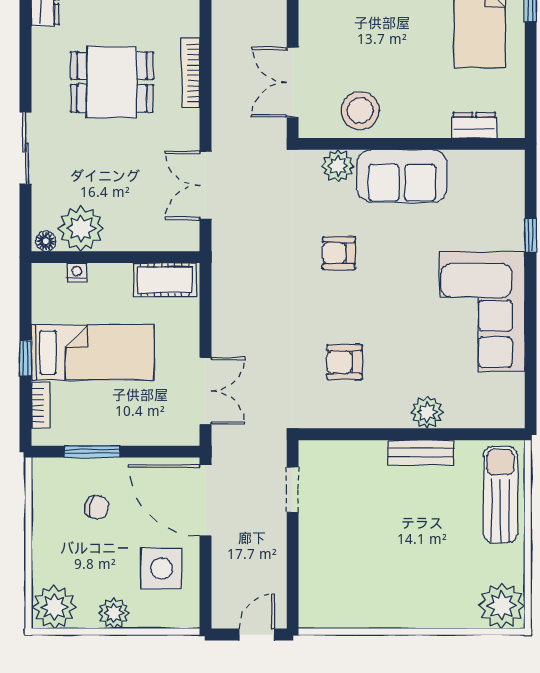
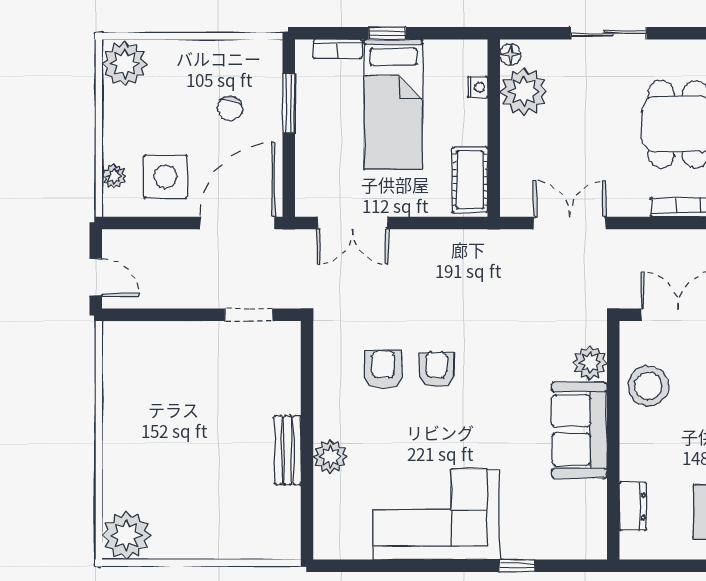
armchair: (339, 253) -> (437, 370), moved
sun lounger: (500, 495) -> (243, 534), removed
plant: (114, 613) -> (114, 176), moved, width x0.73, depth x0.73

